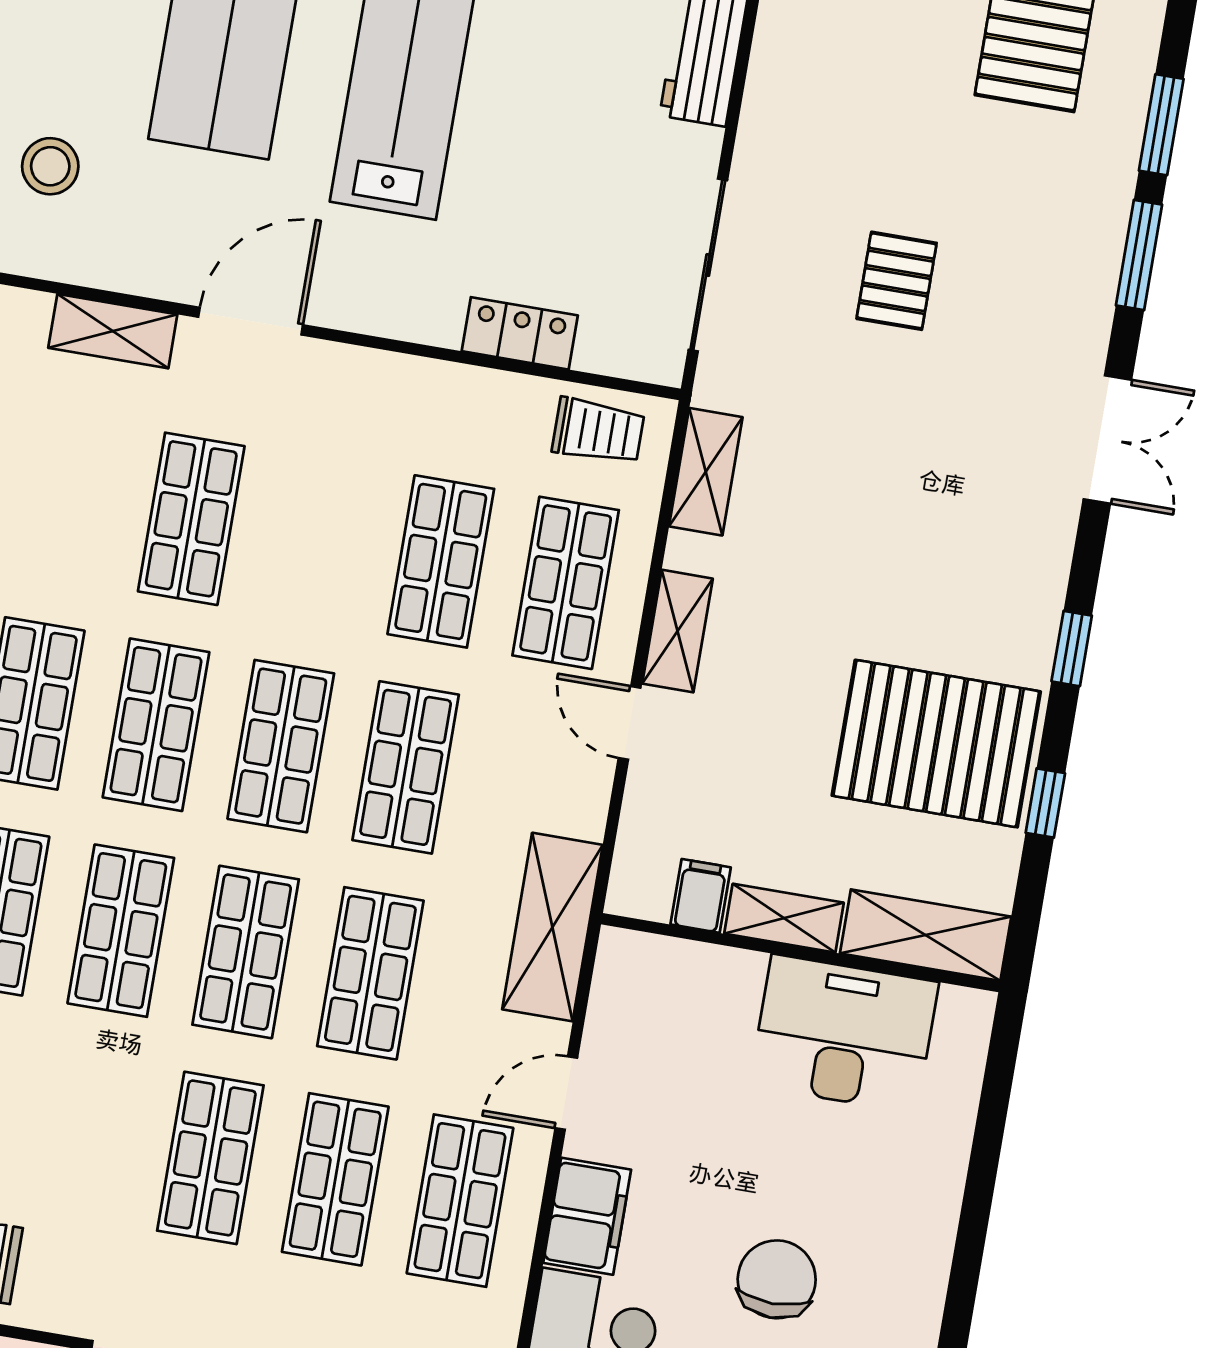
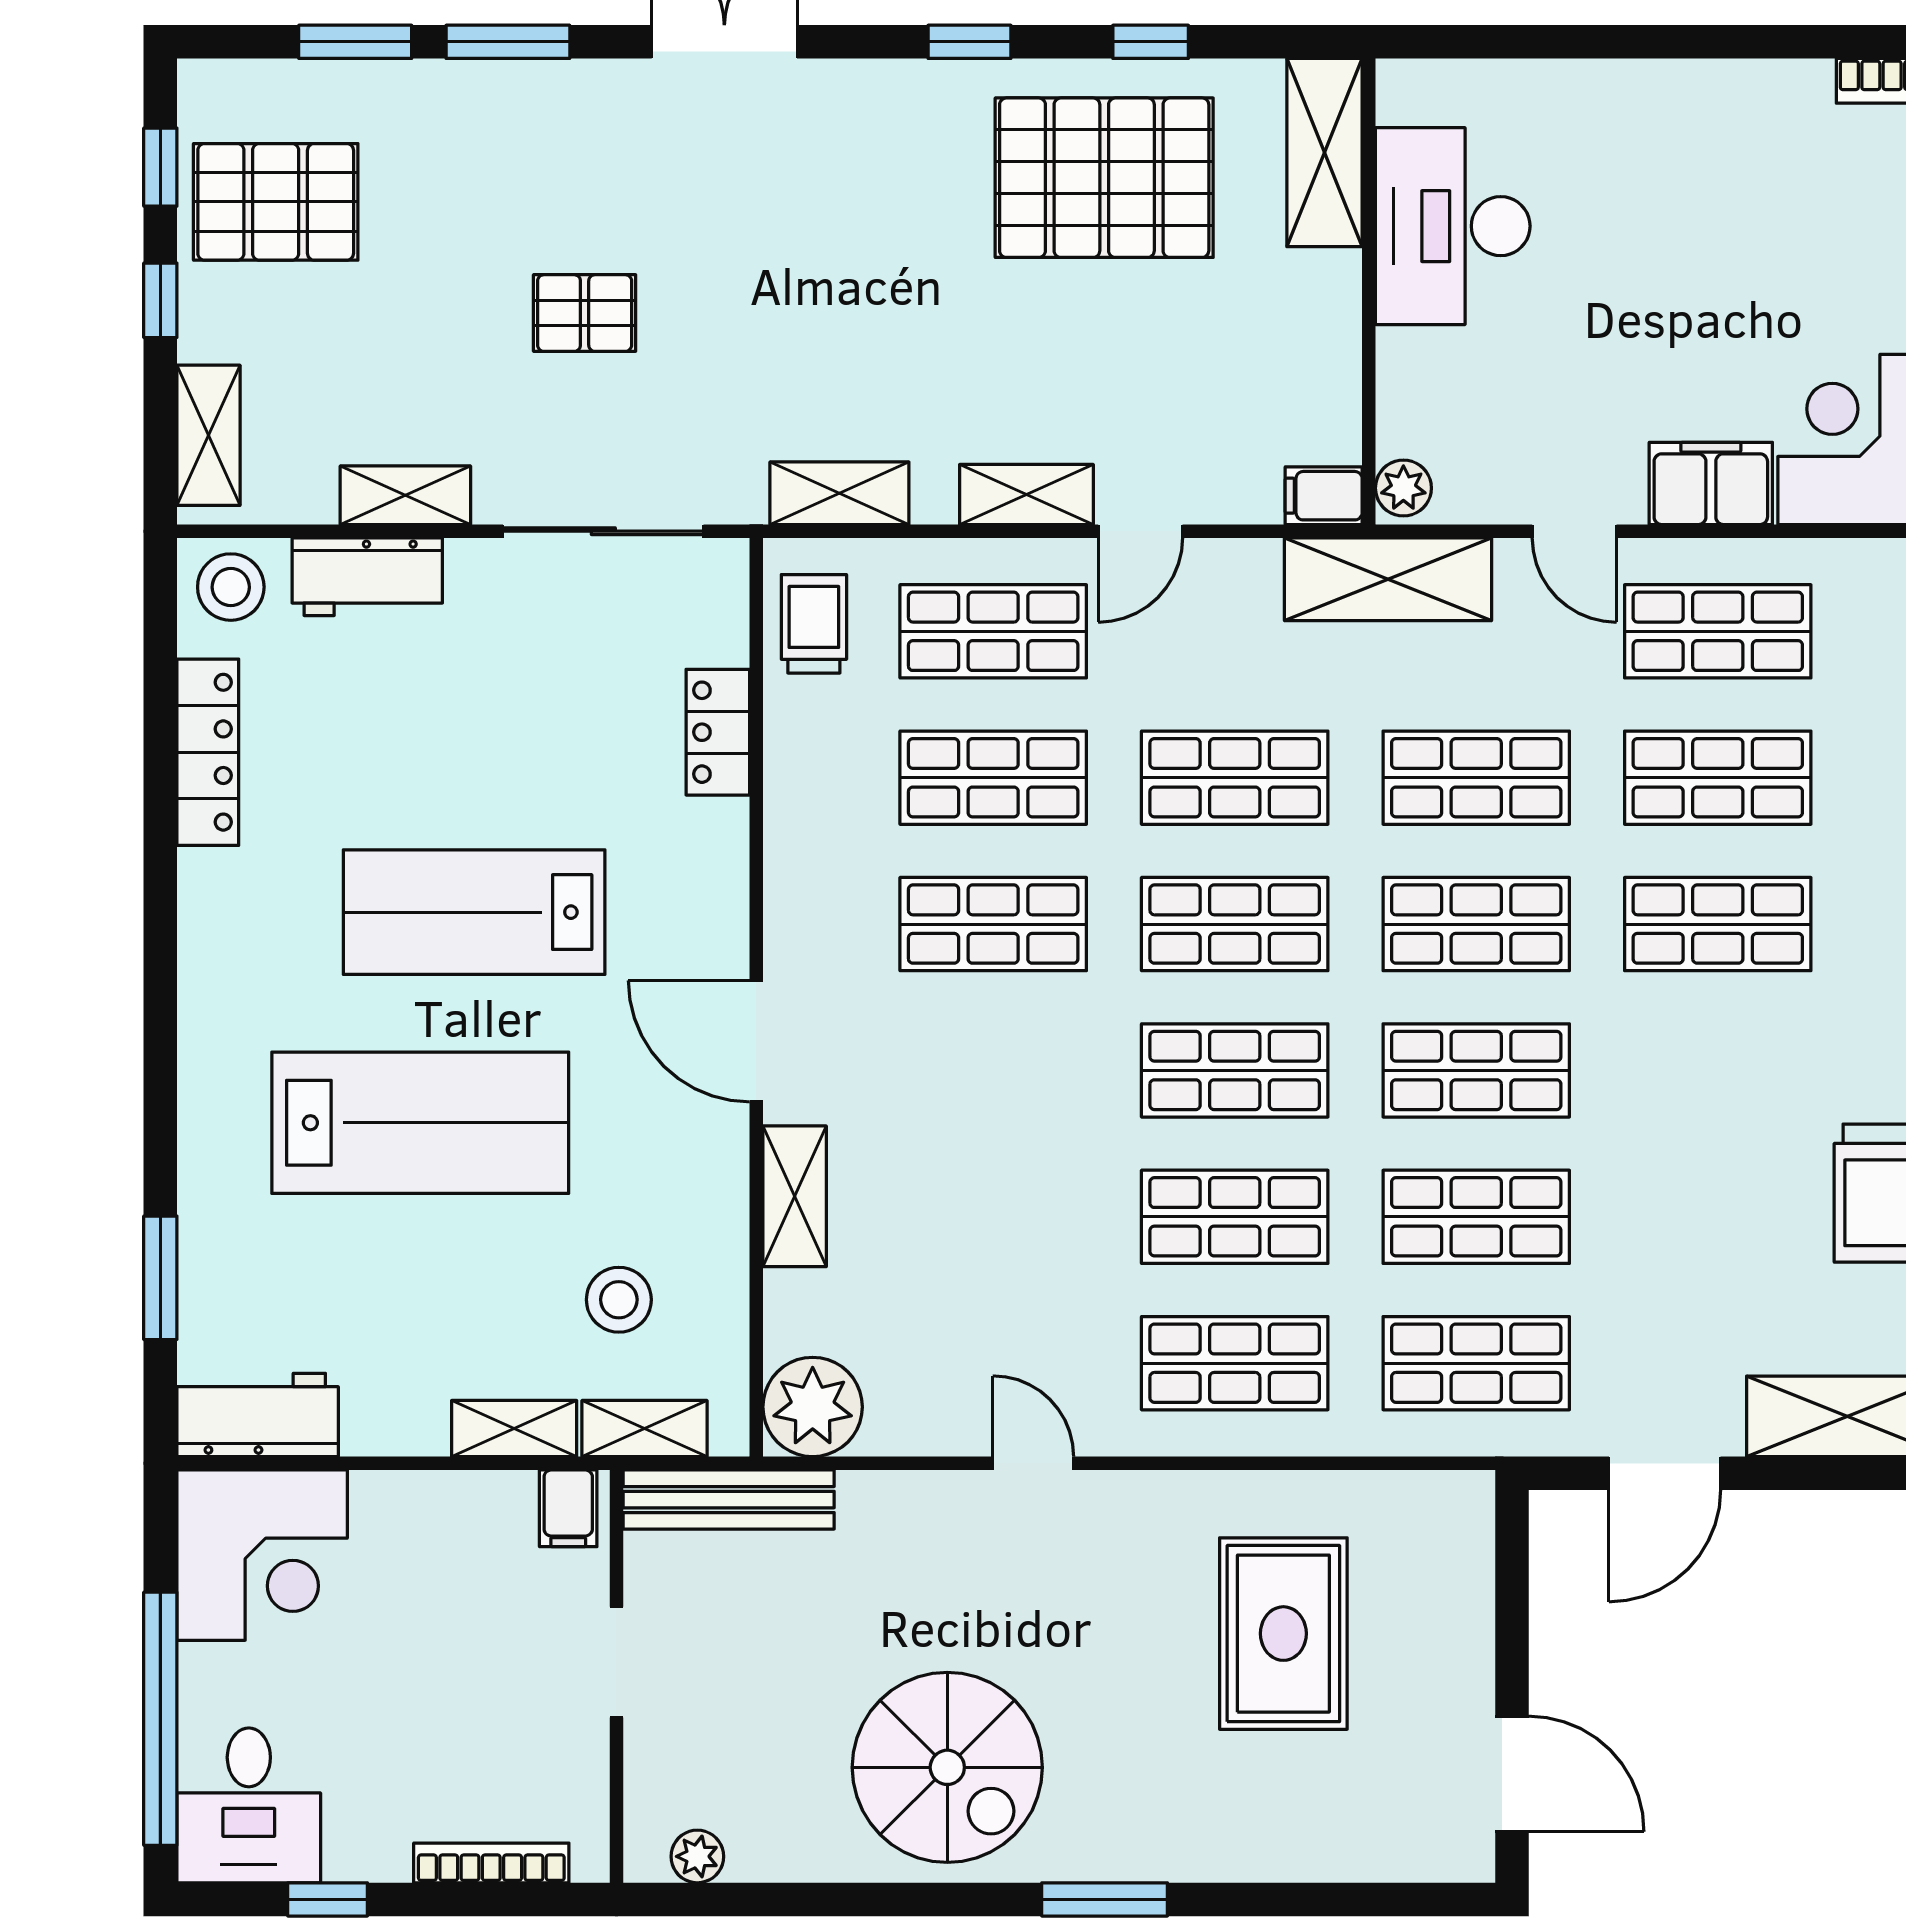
shop shelf: (191, 519) -> (993, 924), moved
pallet: (936, 744) -> (1104, 178), turned 90
filing cabinet: (701, 896) -> (1324, 496), moved
shelving: (784, 918) -> (405, 495), moved, turned 90
plant: (628, 953) -> (1403, 488), added
chair: (777, 1279) -> (1746, 255), removed

